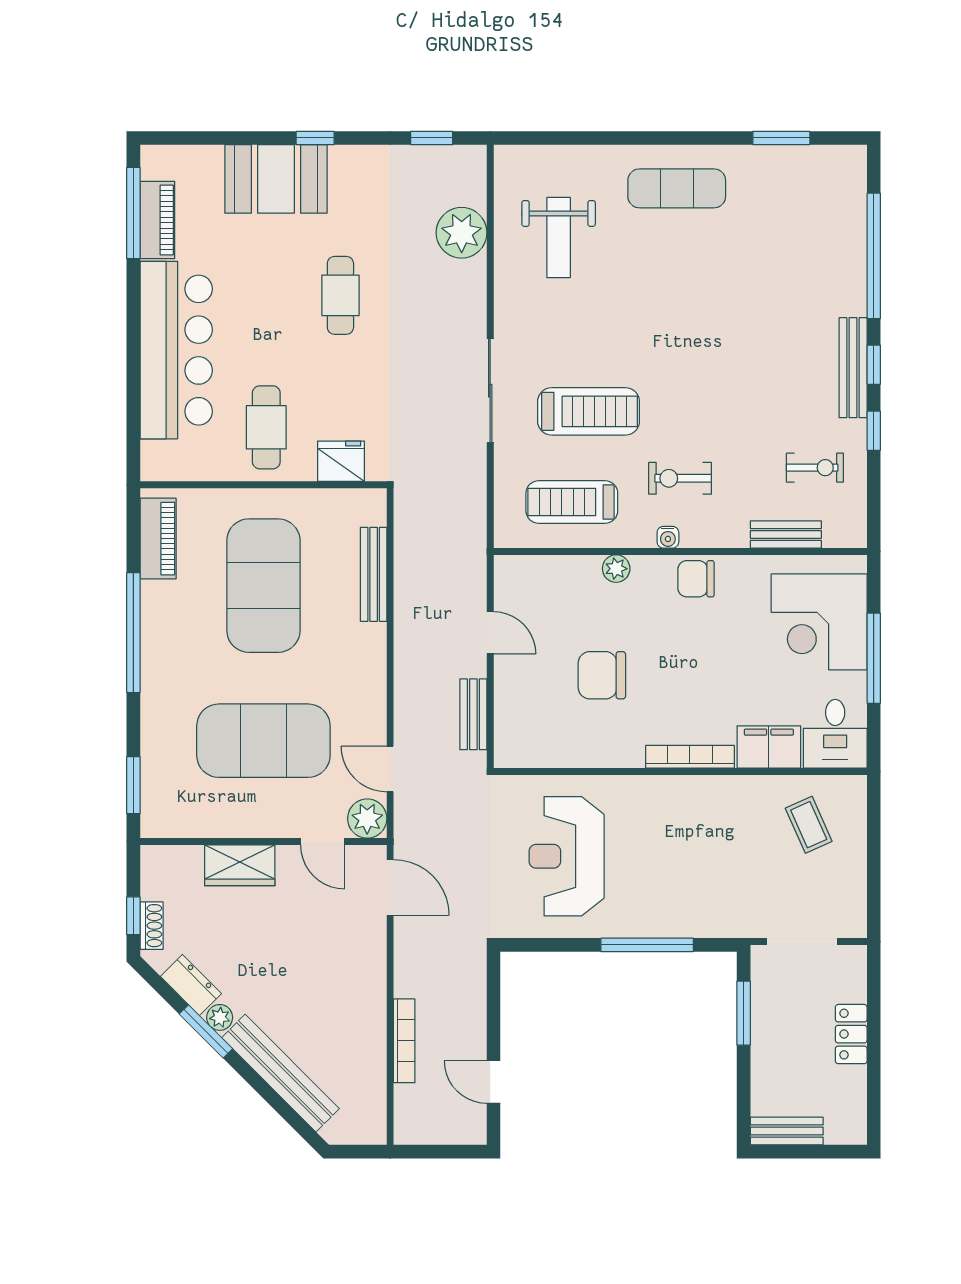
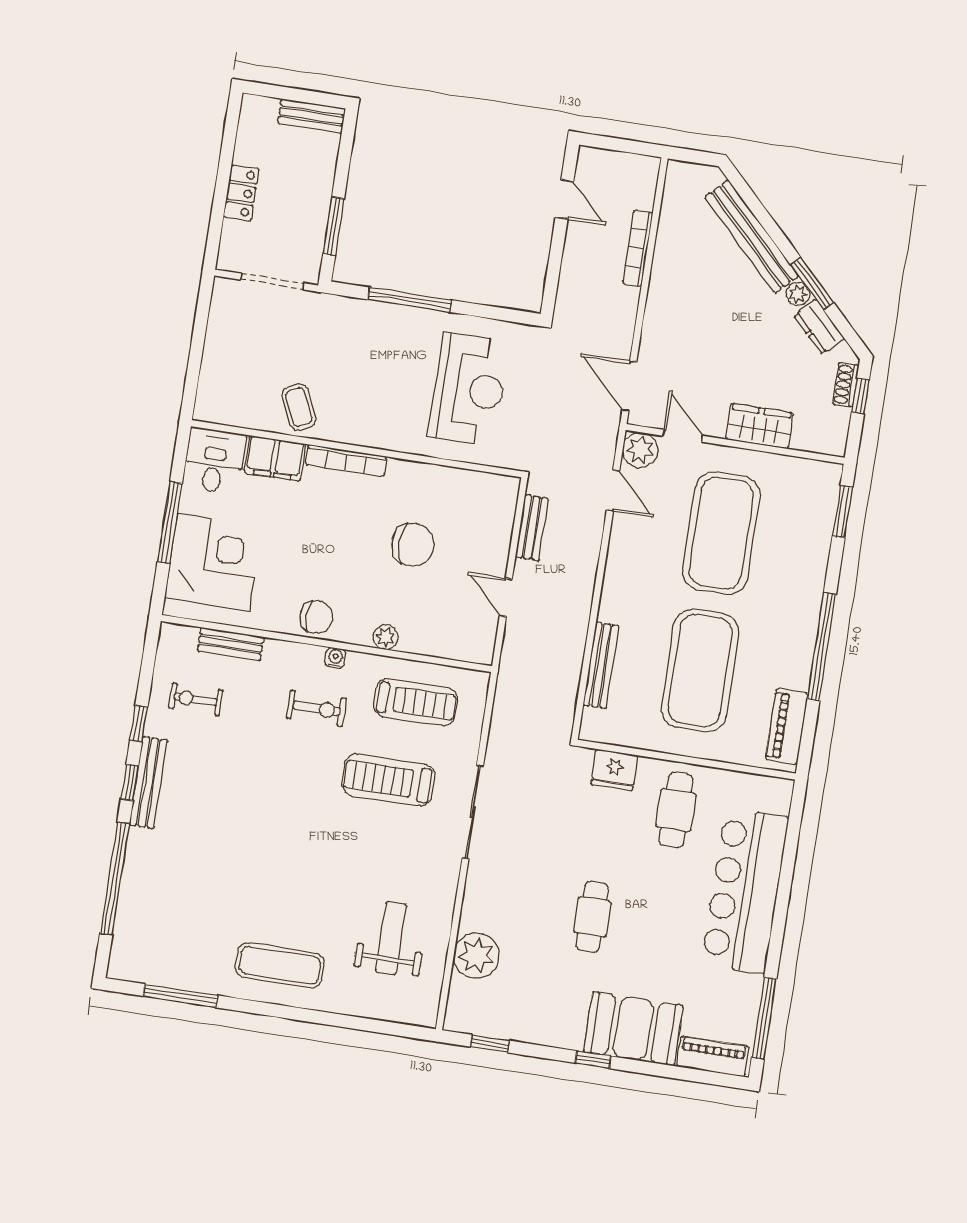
window: (781, 138) -> (180, 996), width x1.44
piano: (157, 220) -> (713, 1056), moved, turned 90
exercise mat: (263, 741) -> (721, 533), turned 90
coffee table: (809, 825) -> (299, 407), moved

